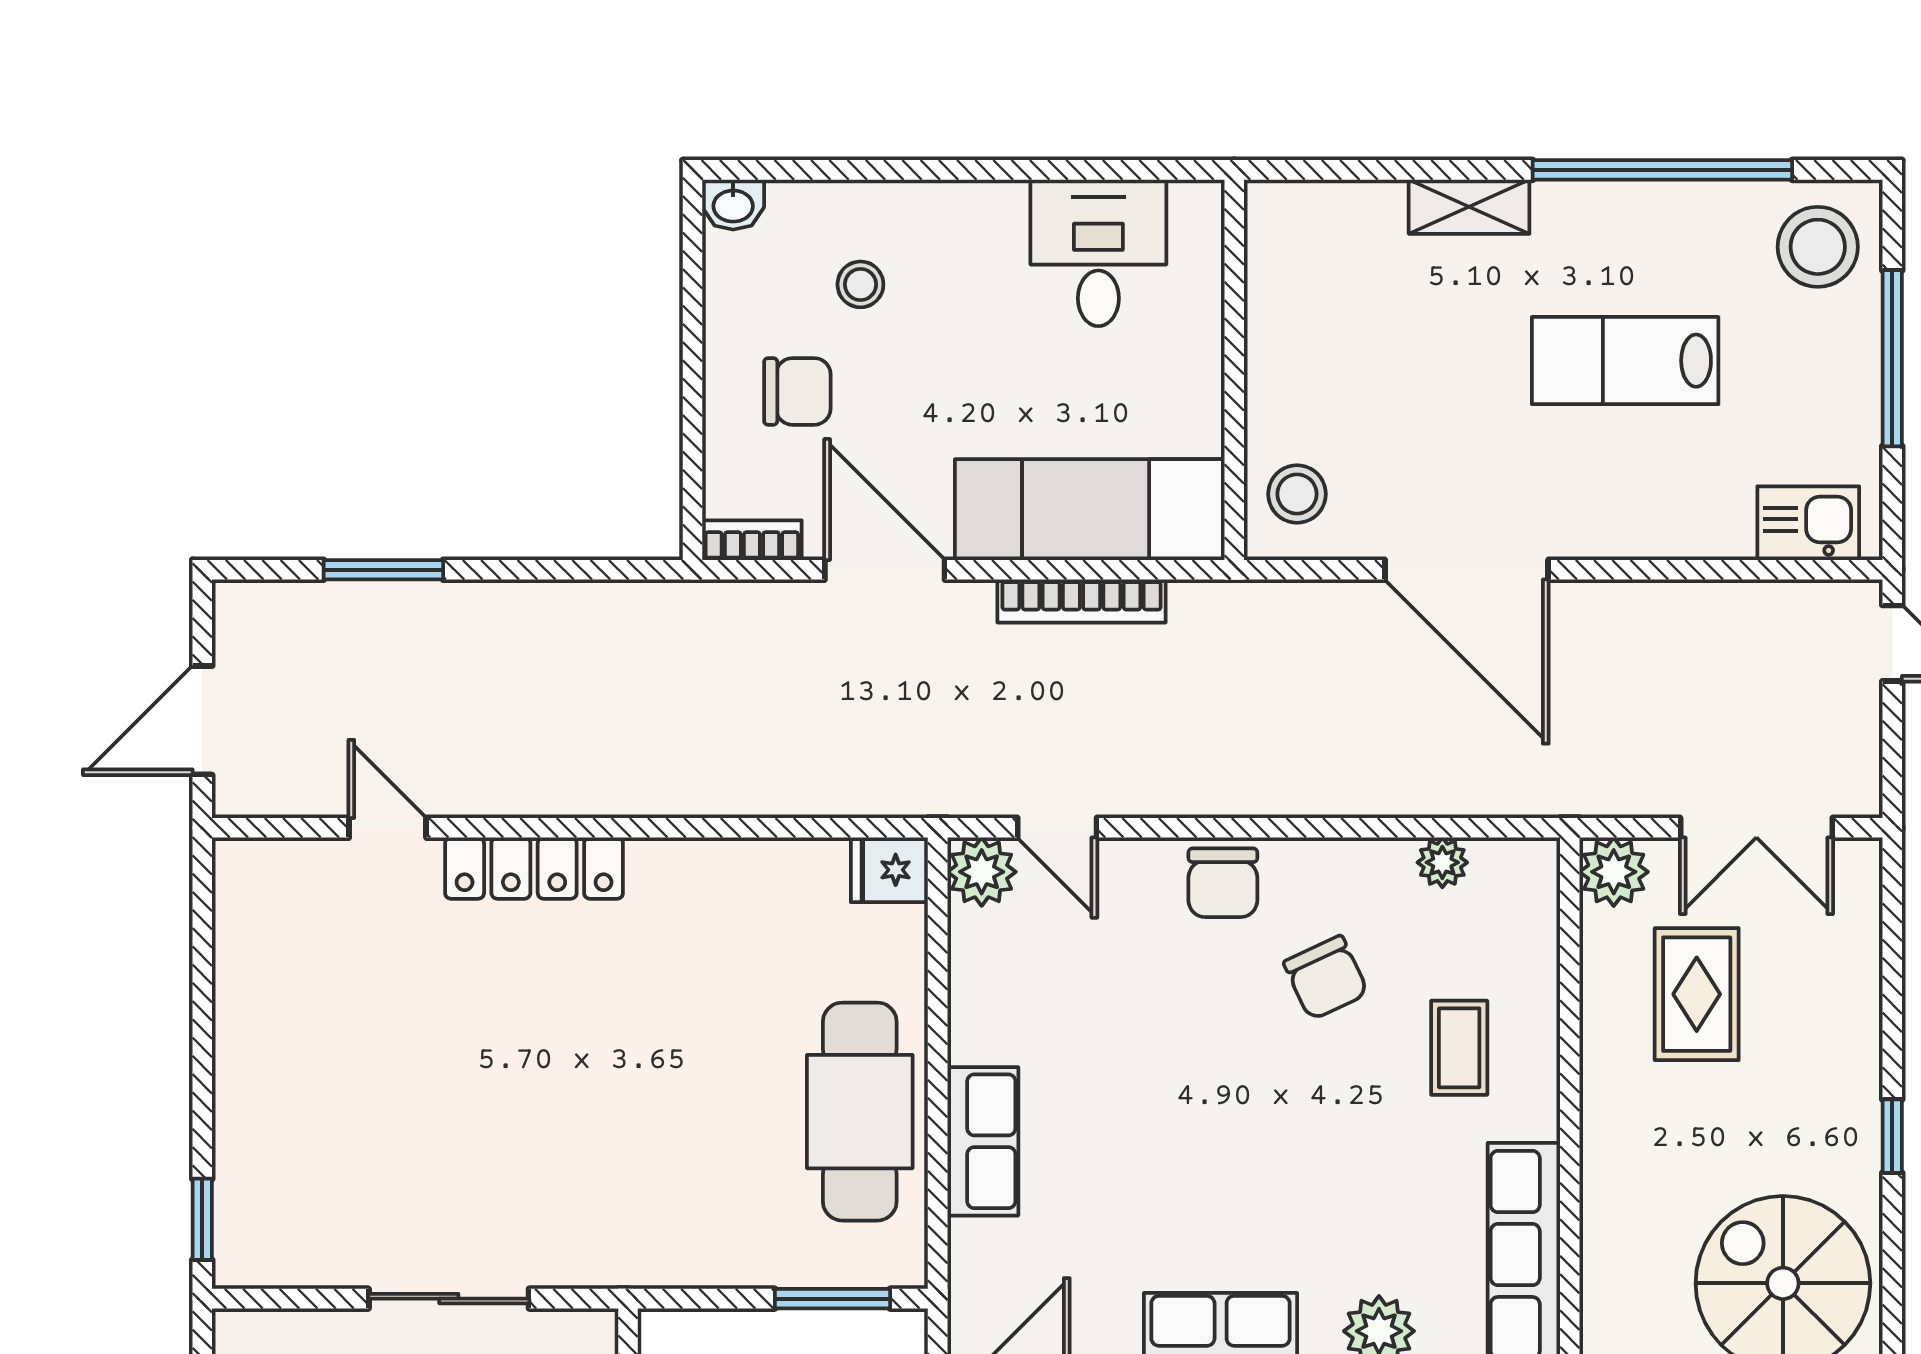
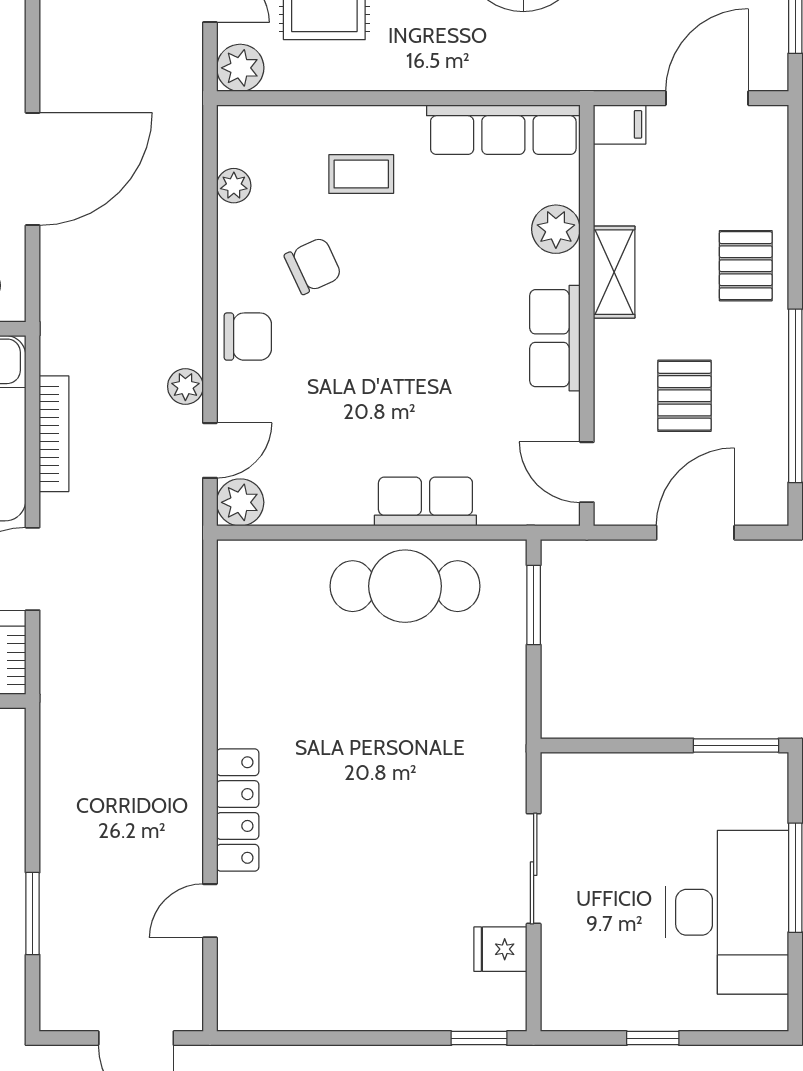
plant: (1150, 792) -> (185, 386), added
fridge: (889, 870) -> (500, 949), moved, turned 90

